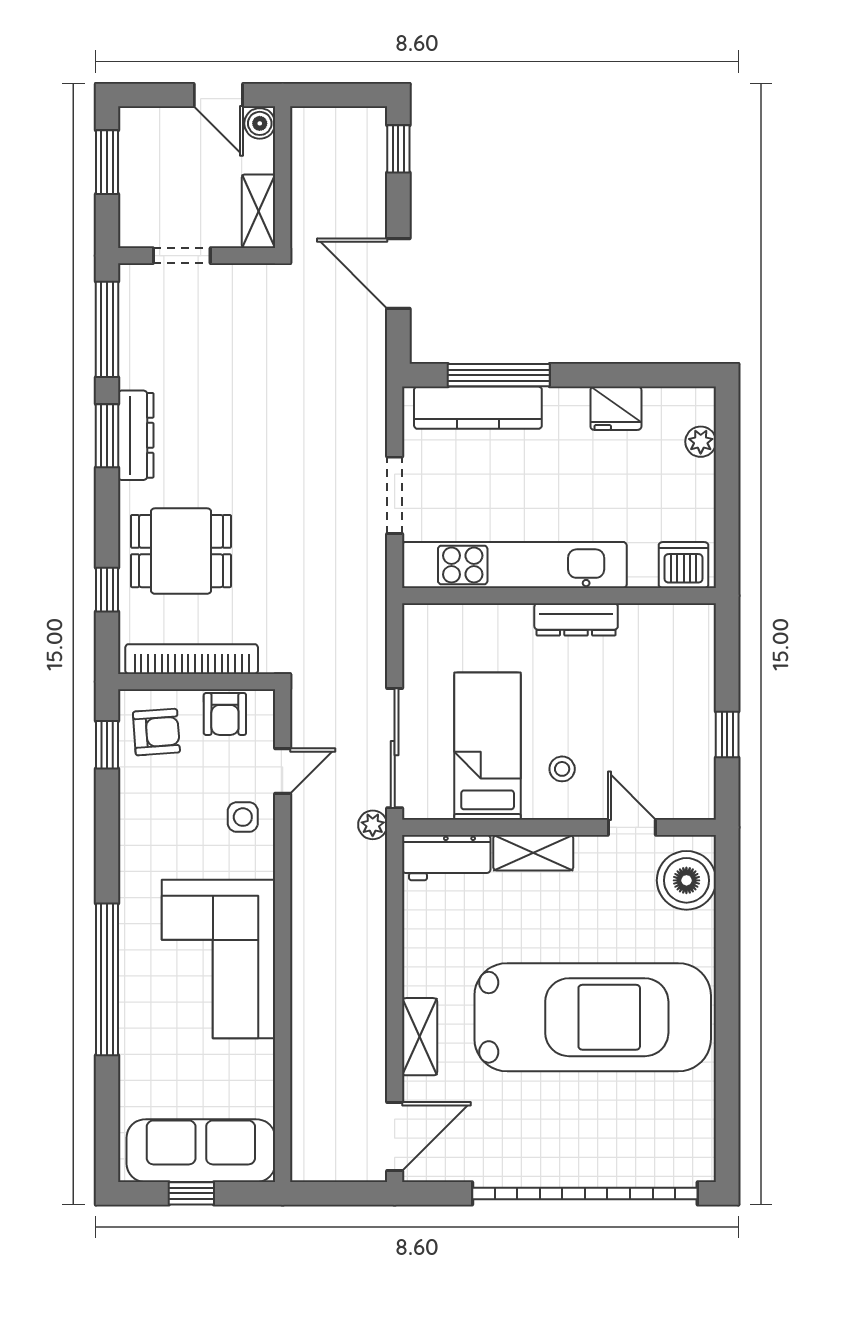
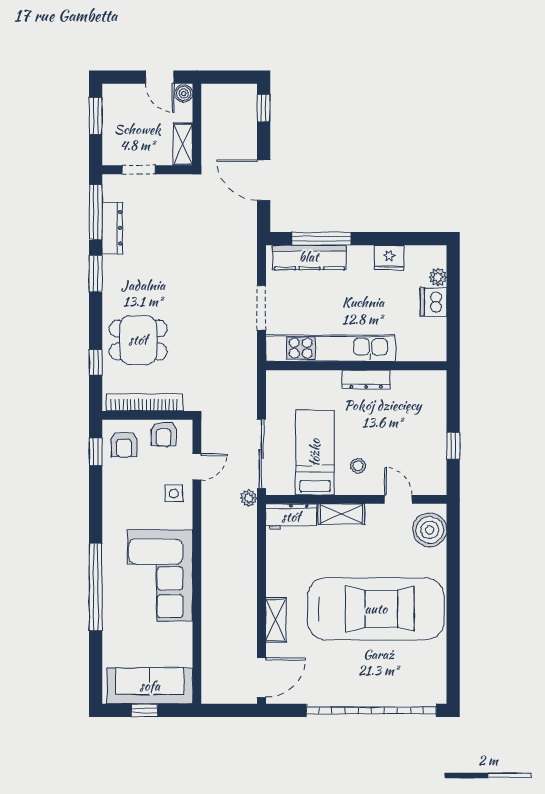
dresser: (136, 435) -> (112, 228), moved
dishwasher: (684, 565) -> (433, 302), moved, turned -90
armchair: (156, 732) -> (124, 444), turned 94

